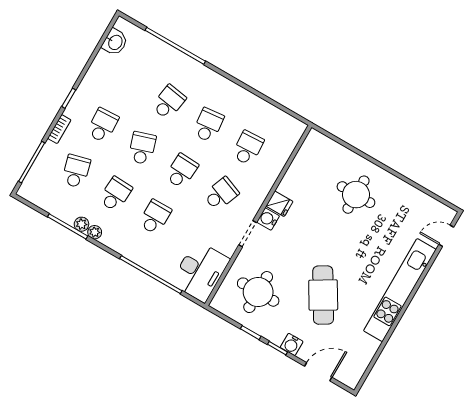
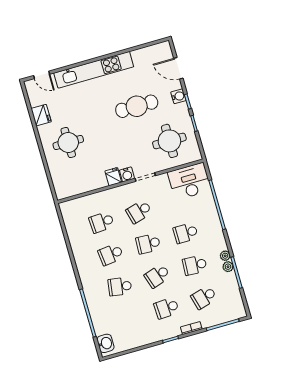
washbasin: (115, 42) -> (105, 343), moved, turned 90
school desk: (221, 194) -> (139, 212), turned -36
fridge: (409, 196) -> (41, 115), added
cafe table: (323, 295) -> (137, 106), turned 31

